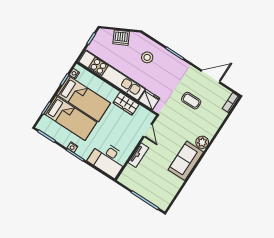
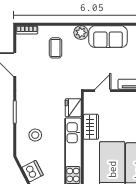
coffee table: (191, 101) -> (56, 48), moved

